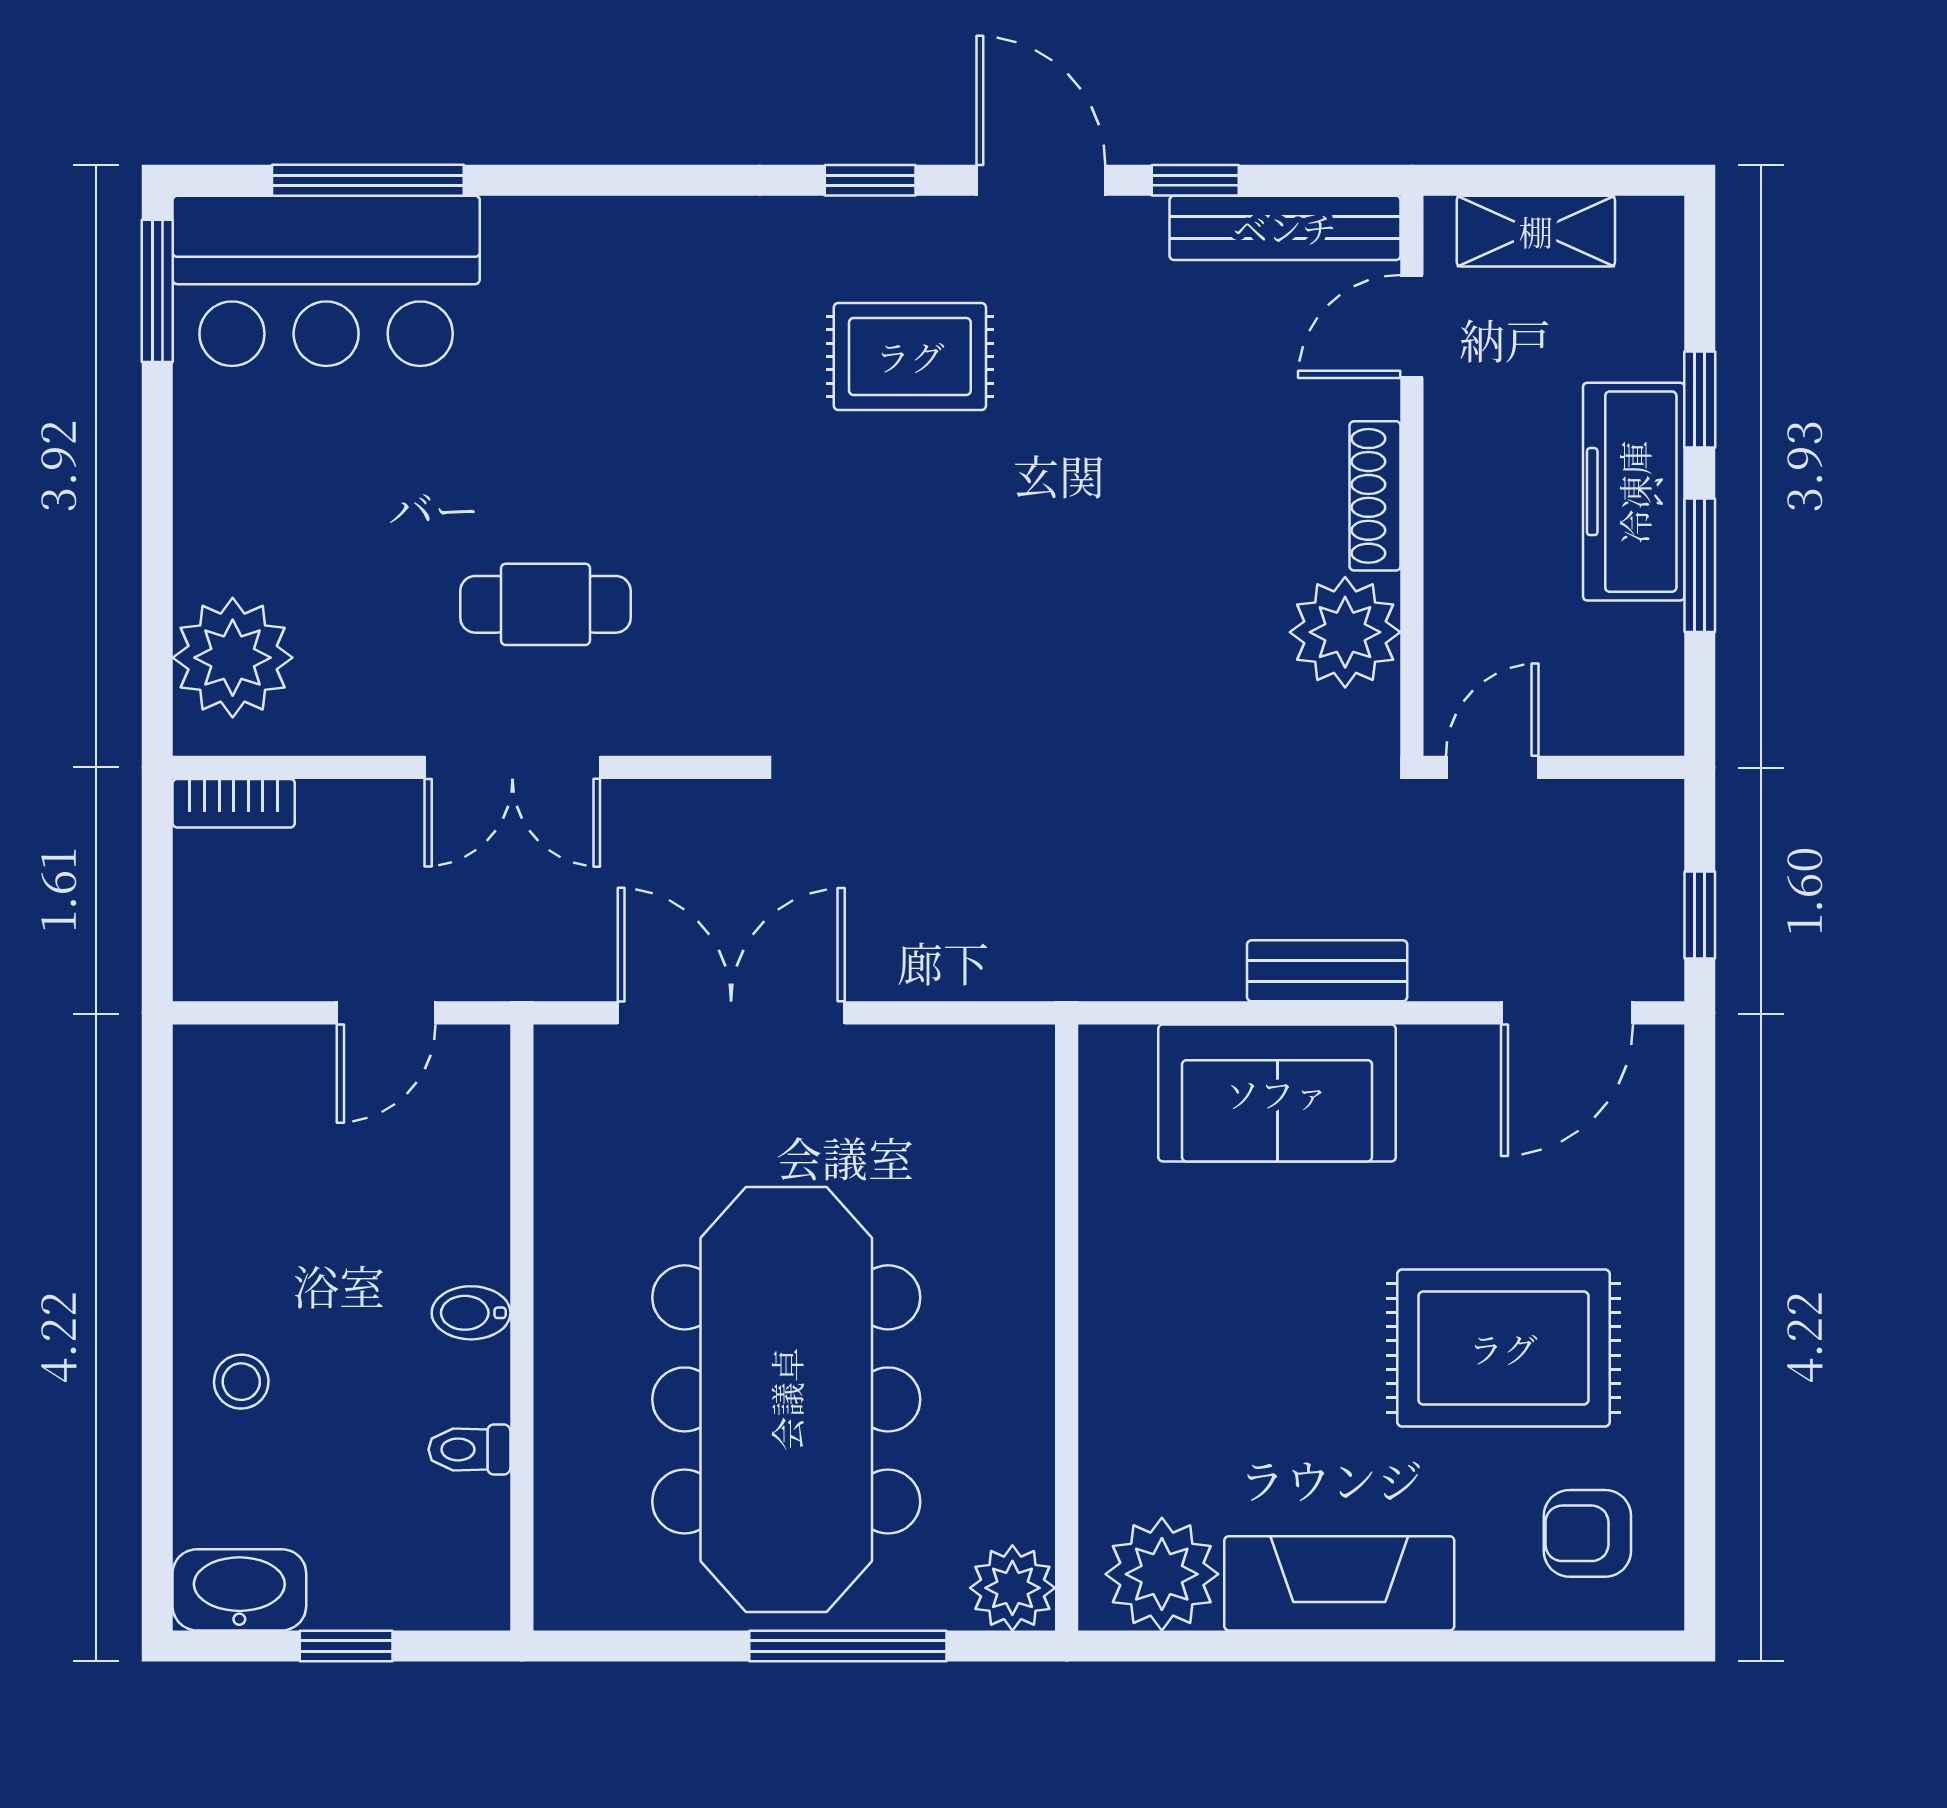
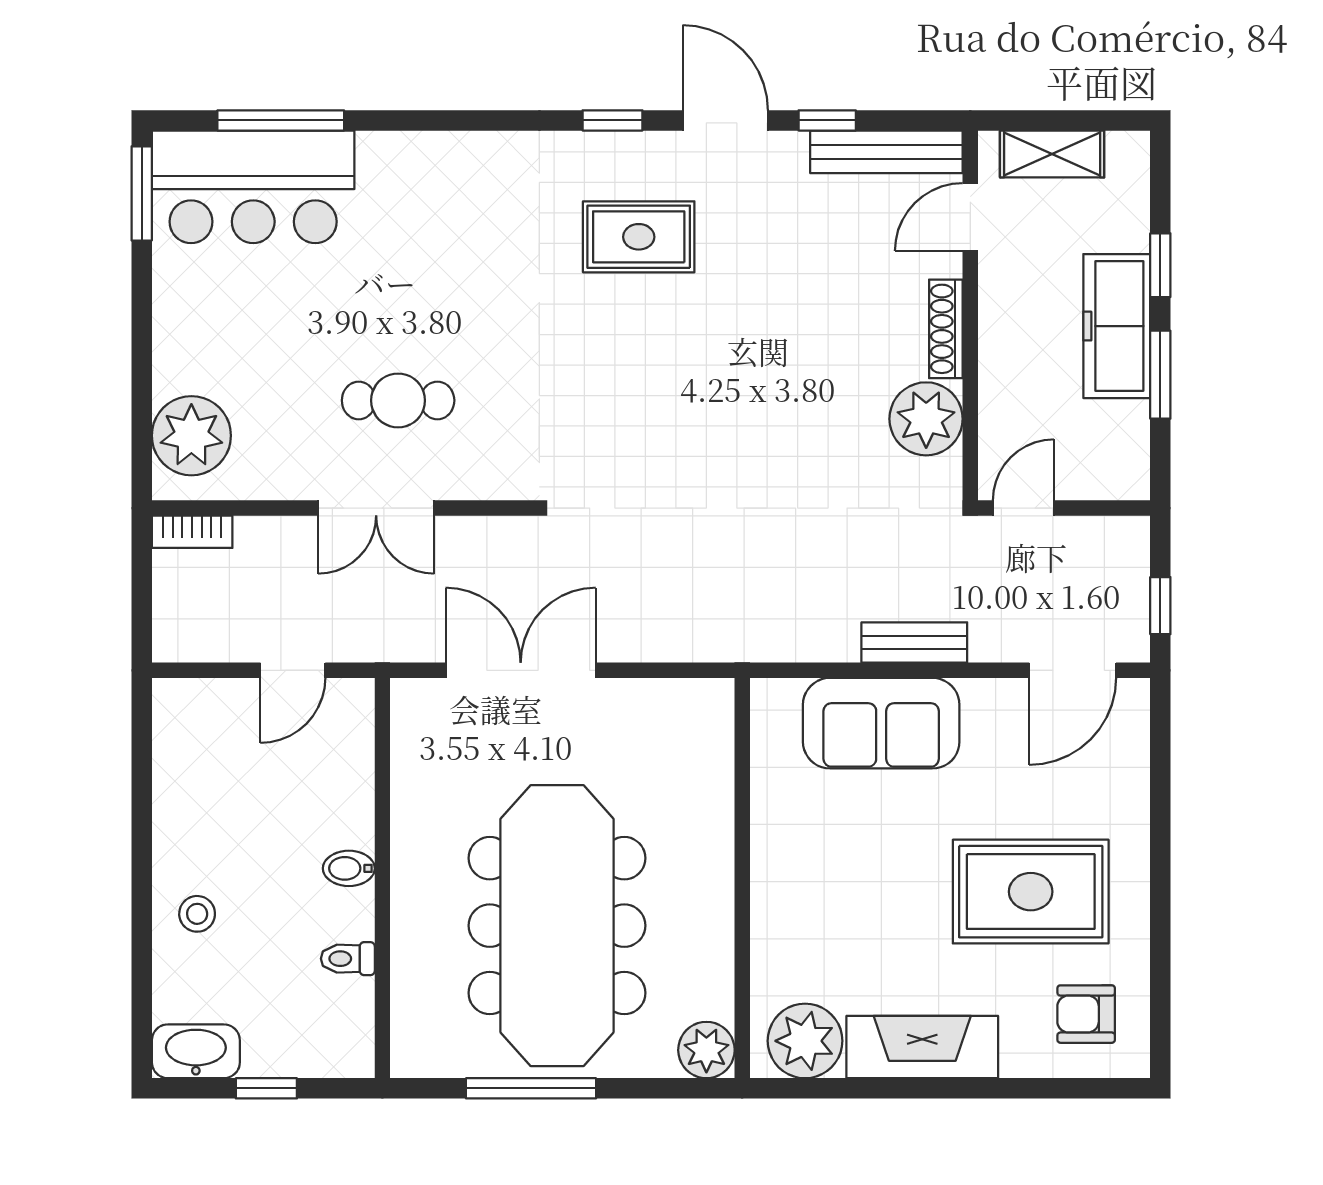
window: (848, 1646) -> (531, 1088), moved

